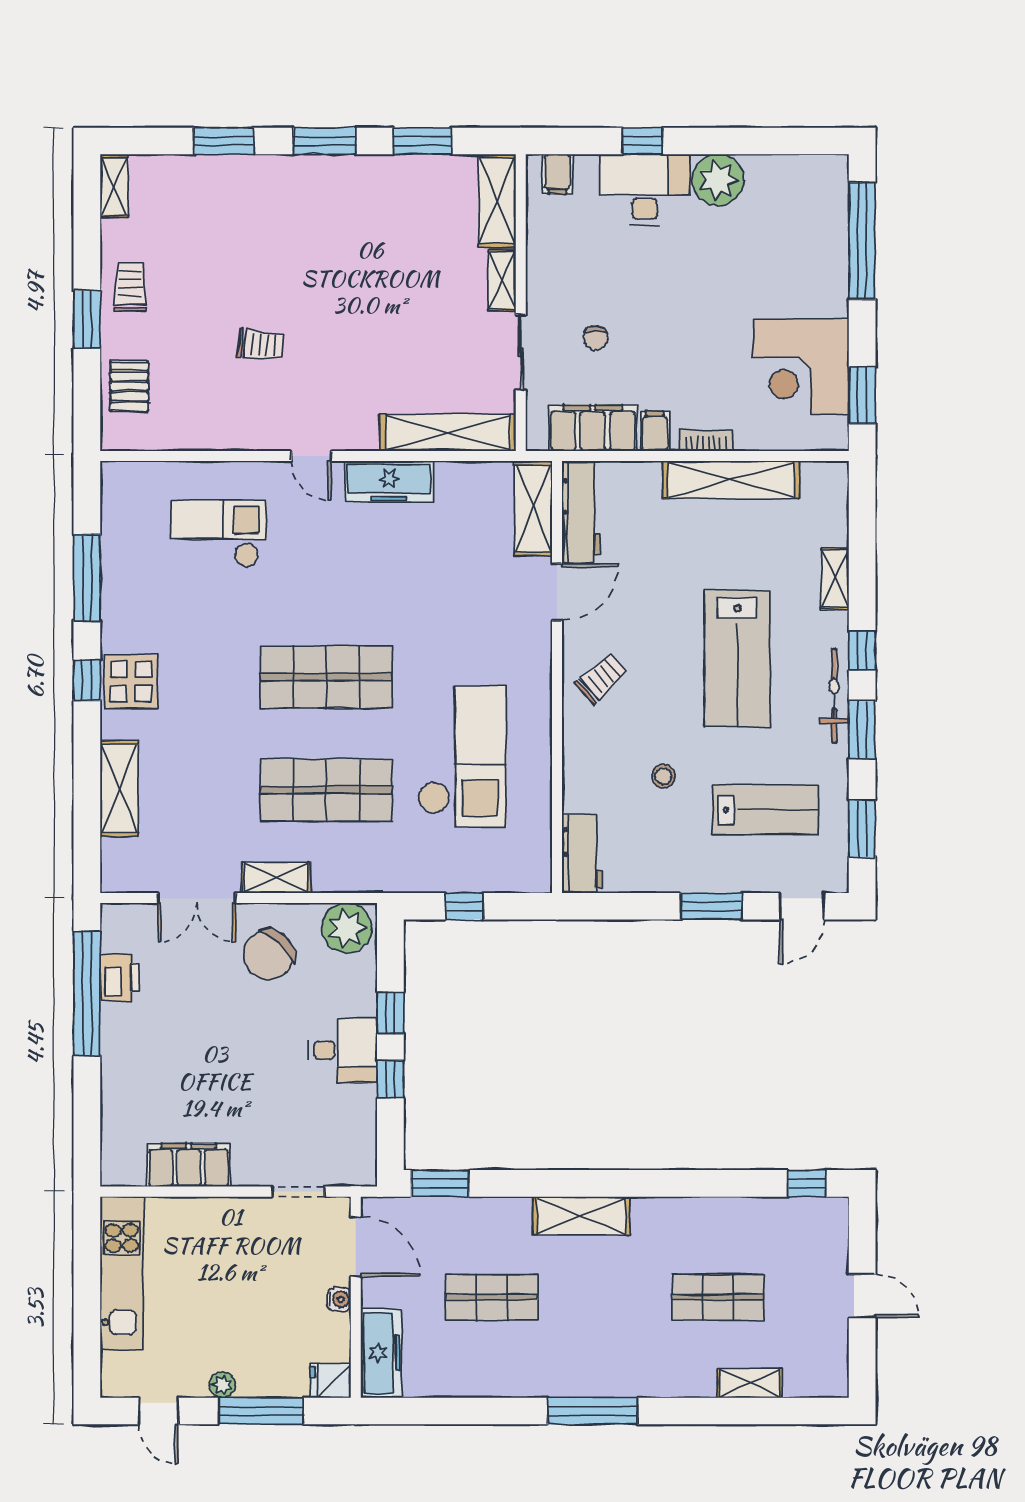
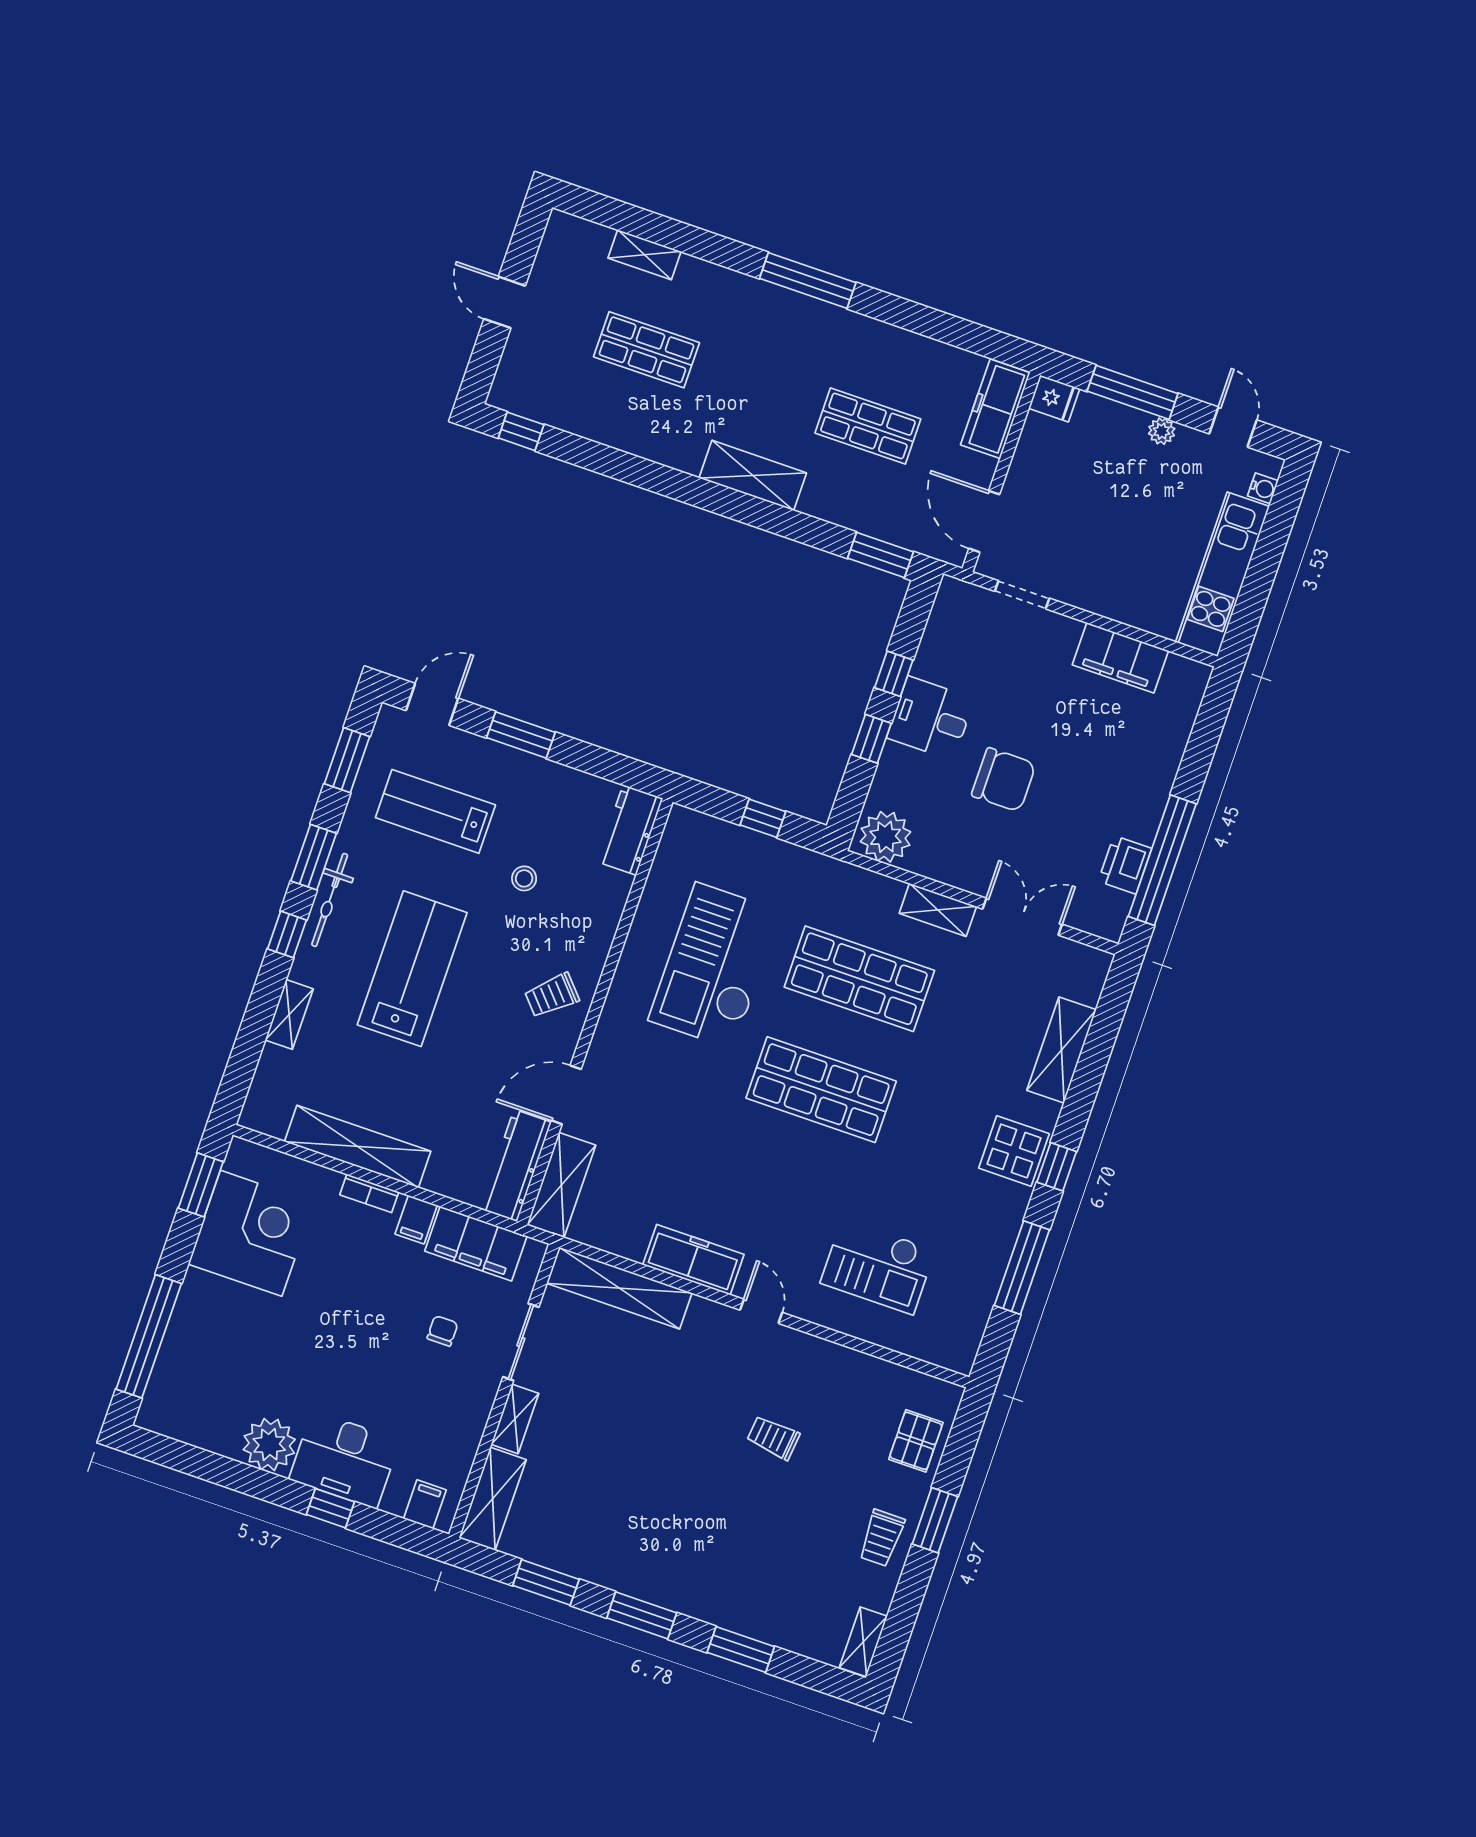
chair: (269, 954) -> (1004, 780), moved, turned 46
water cooler: (339, 1299) -> (1263, 488), moved, turned 180

